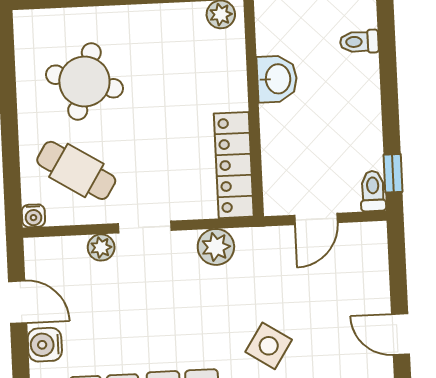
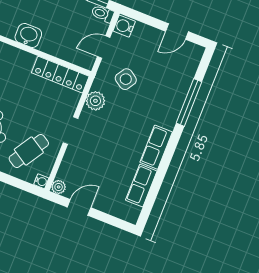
door: (316, 219) -> (104, 47), swing flipped
plant: (101, 247) -> (59, 187), moved
water cooler: (45, 345) -> (124, 26), moved, turned 90
side table: (269, 346) -> (126, 79), moved

